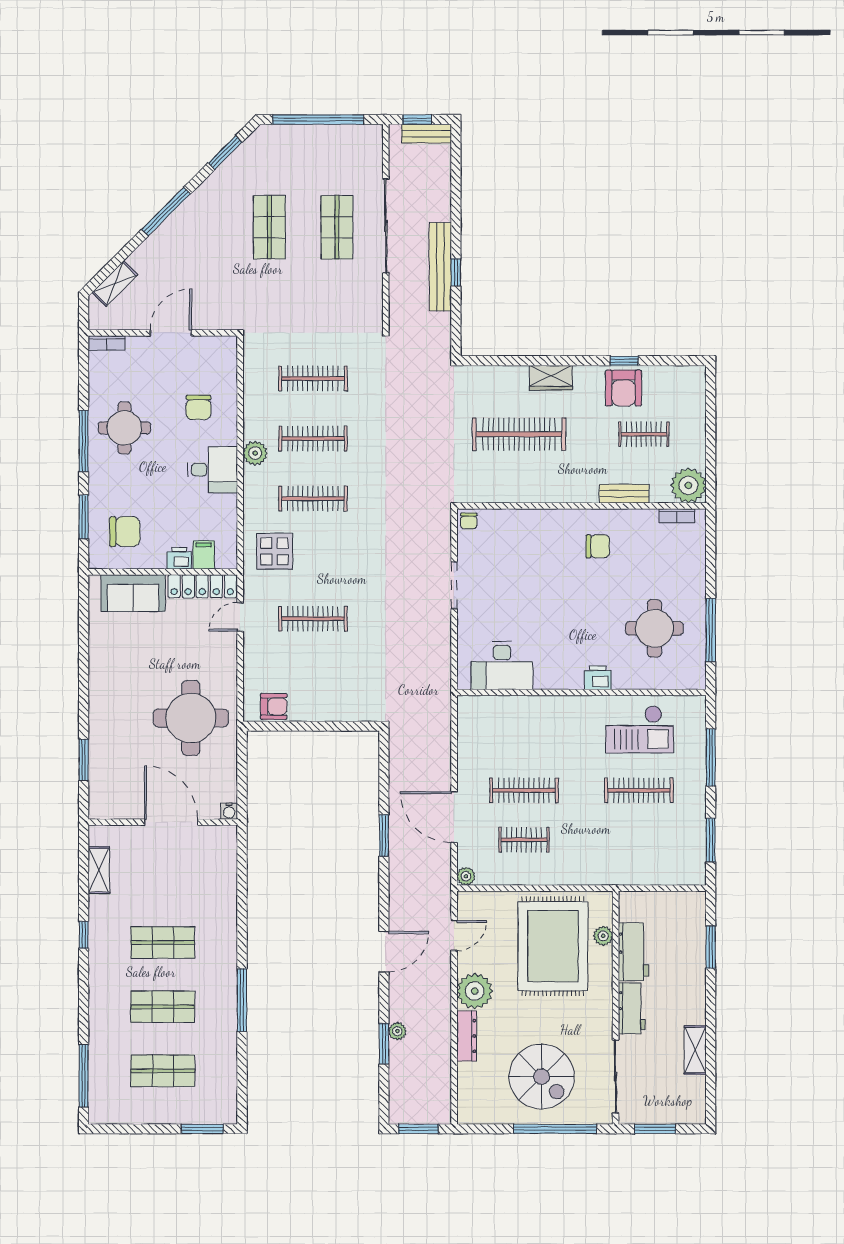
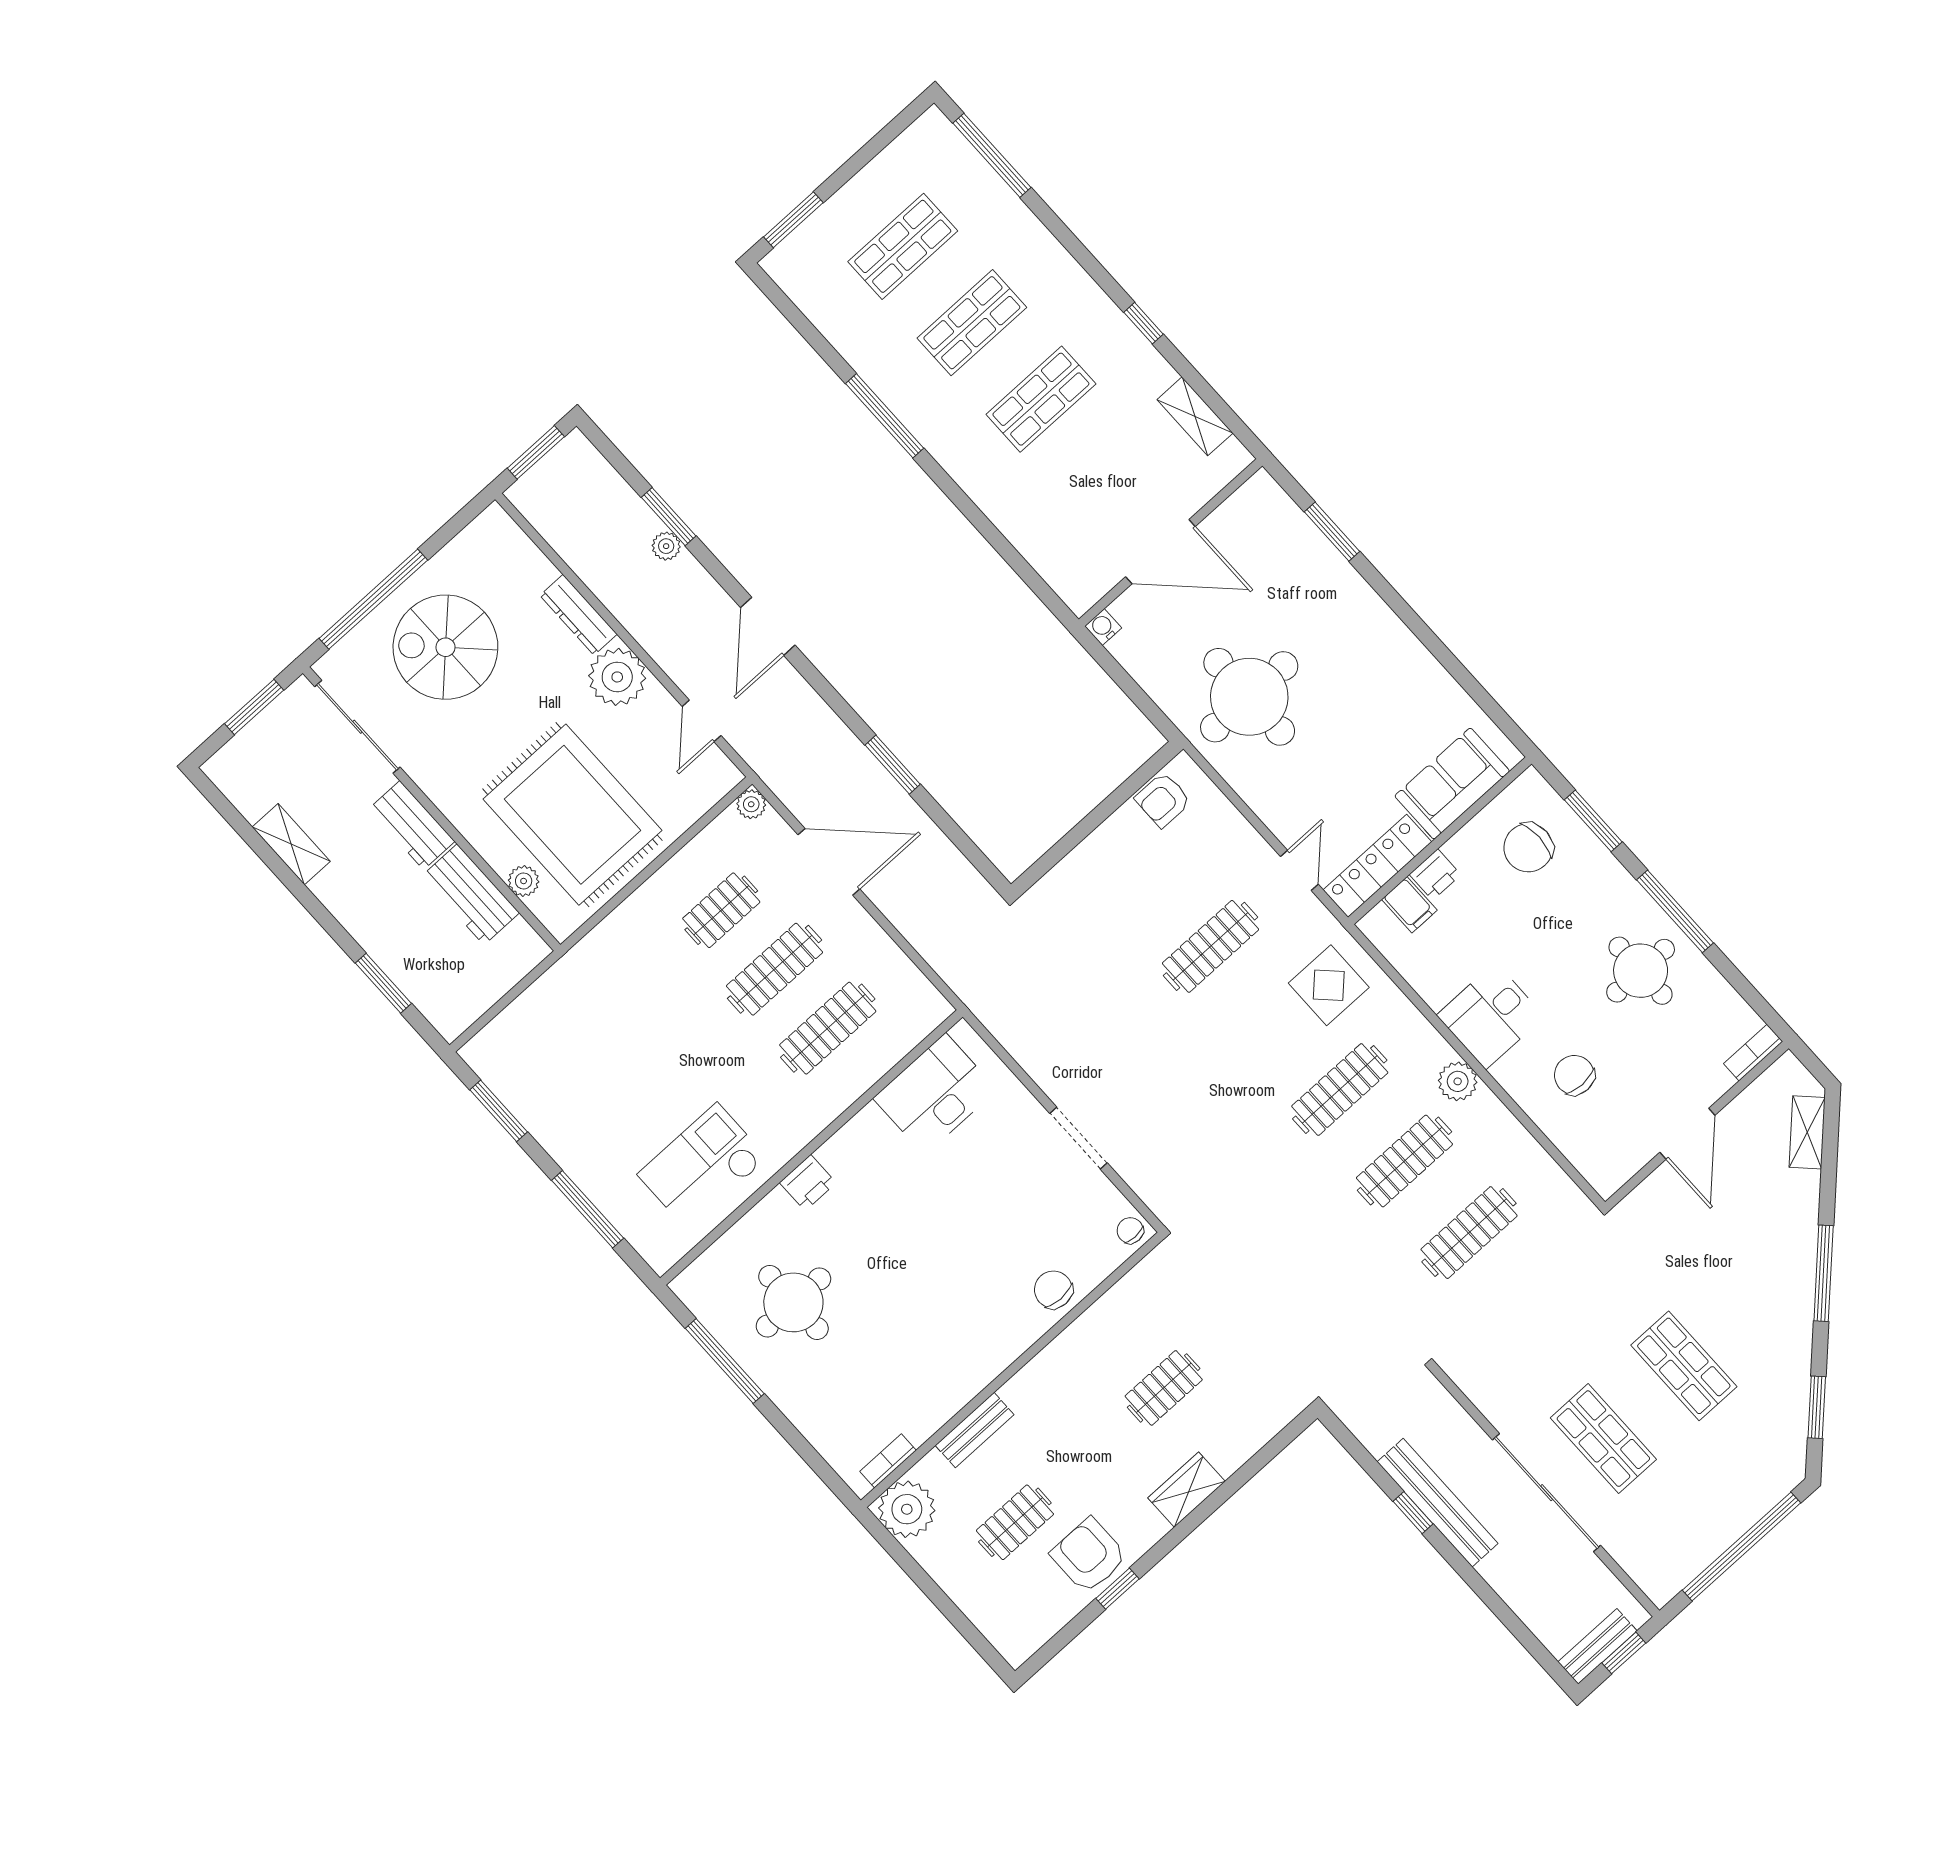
clothes rail: (519, 434) -> (1164, 1388), width x0.54, depth x0.76
chair: (598, 546) -> (1053, 1290), moved, turned 90
clothes rail: (639, 790) -> (828, 1028), moved

